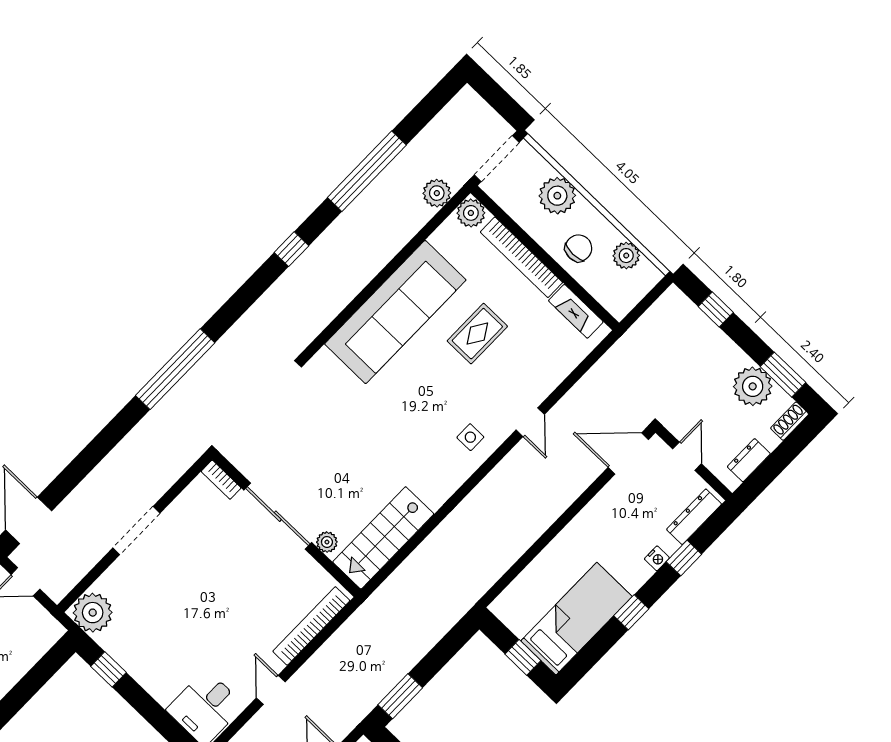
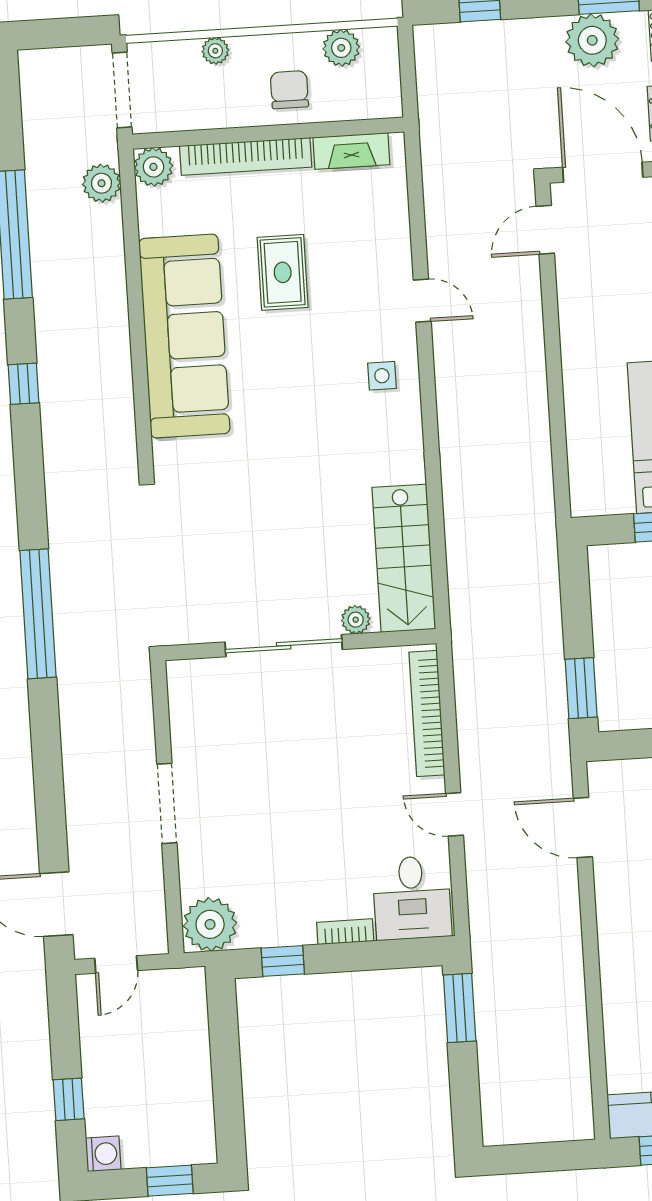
plant: (557, 196) -> (215, 51), width x0.53, depth x0.53
door: (628, 454) -> (545, 230), width x0.73
door: (687, 456) -> (603, 172), width x1.87
bookcase: (221, 480) -> (345, 932), moved, turned 180

